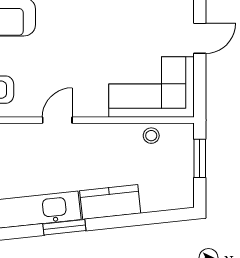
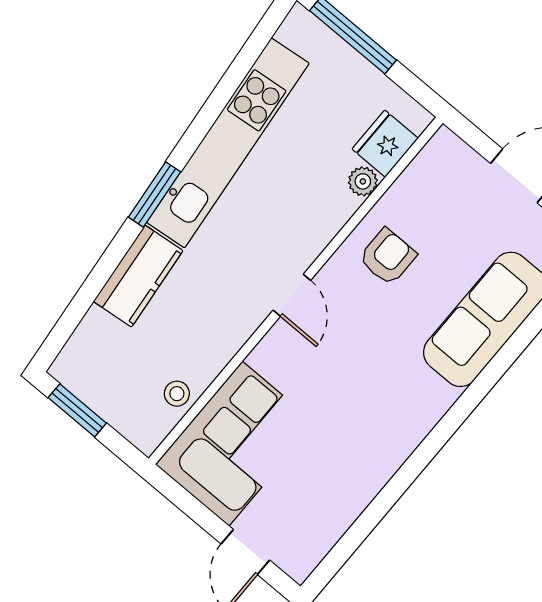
window: (200, 158) -> (77, 410), moved

